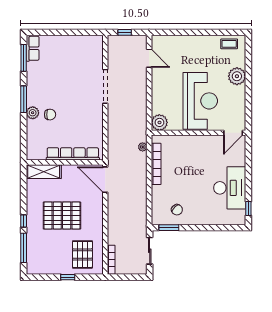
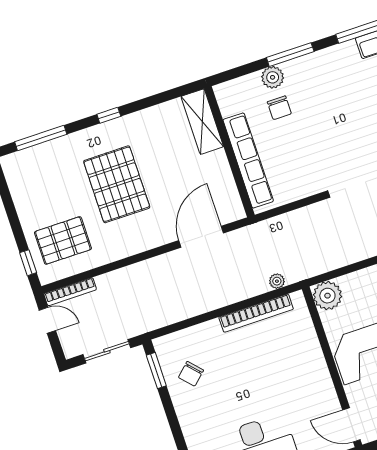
row of seats: (73, 154) -> (248, 161), moved
wall: (65, 162) -> (229, 152), moved
shelving: (44, 172) -> (202, 122), moved
window: (24, 221) -> (109, 115), moved
window: (68, 277) -> (28, 263), moved
door: (123, 277) -> (47, 320), added

